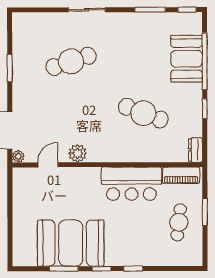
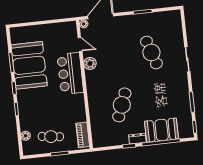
dresser: (195, 150) -> (137, 139), moved
bar counter: (131, 184) -> (70, 73), moved
plant: (174, 259) -> (26, 136), added

